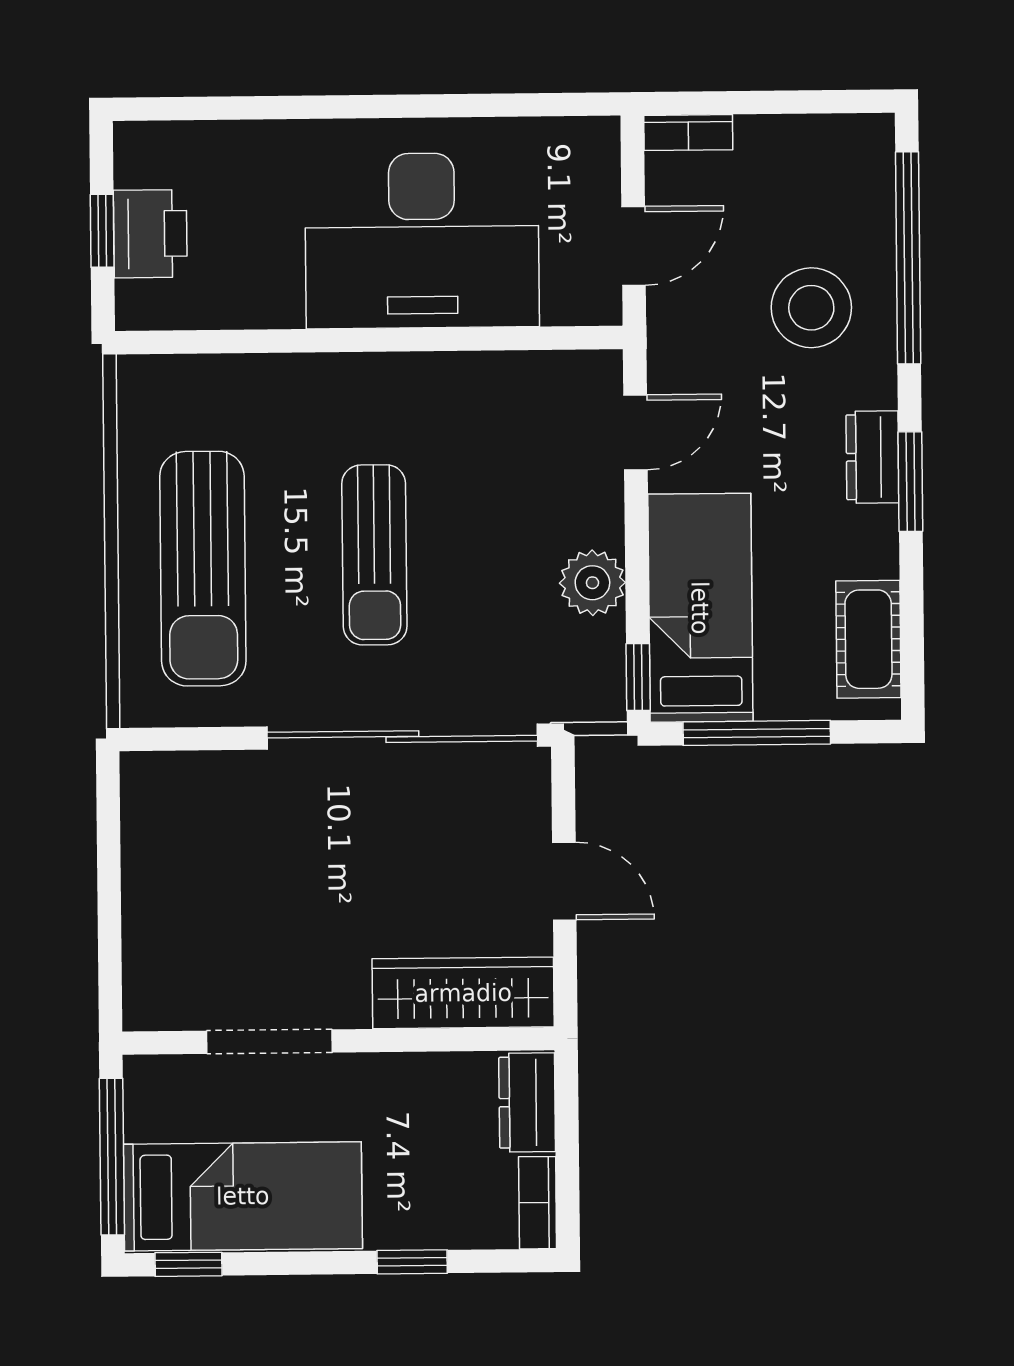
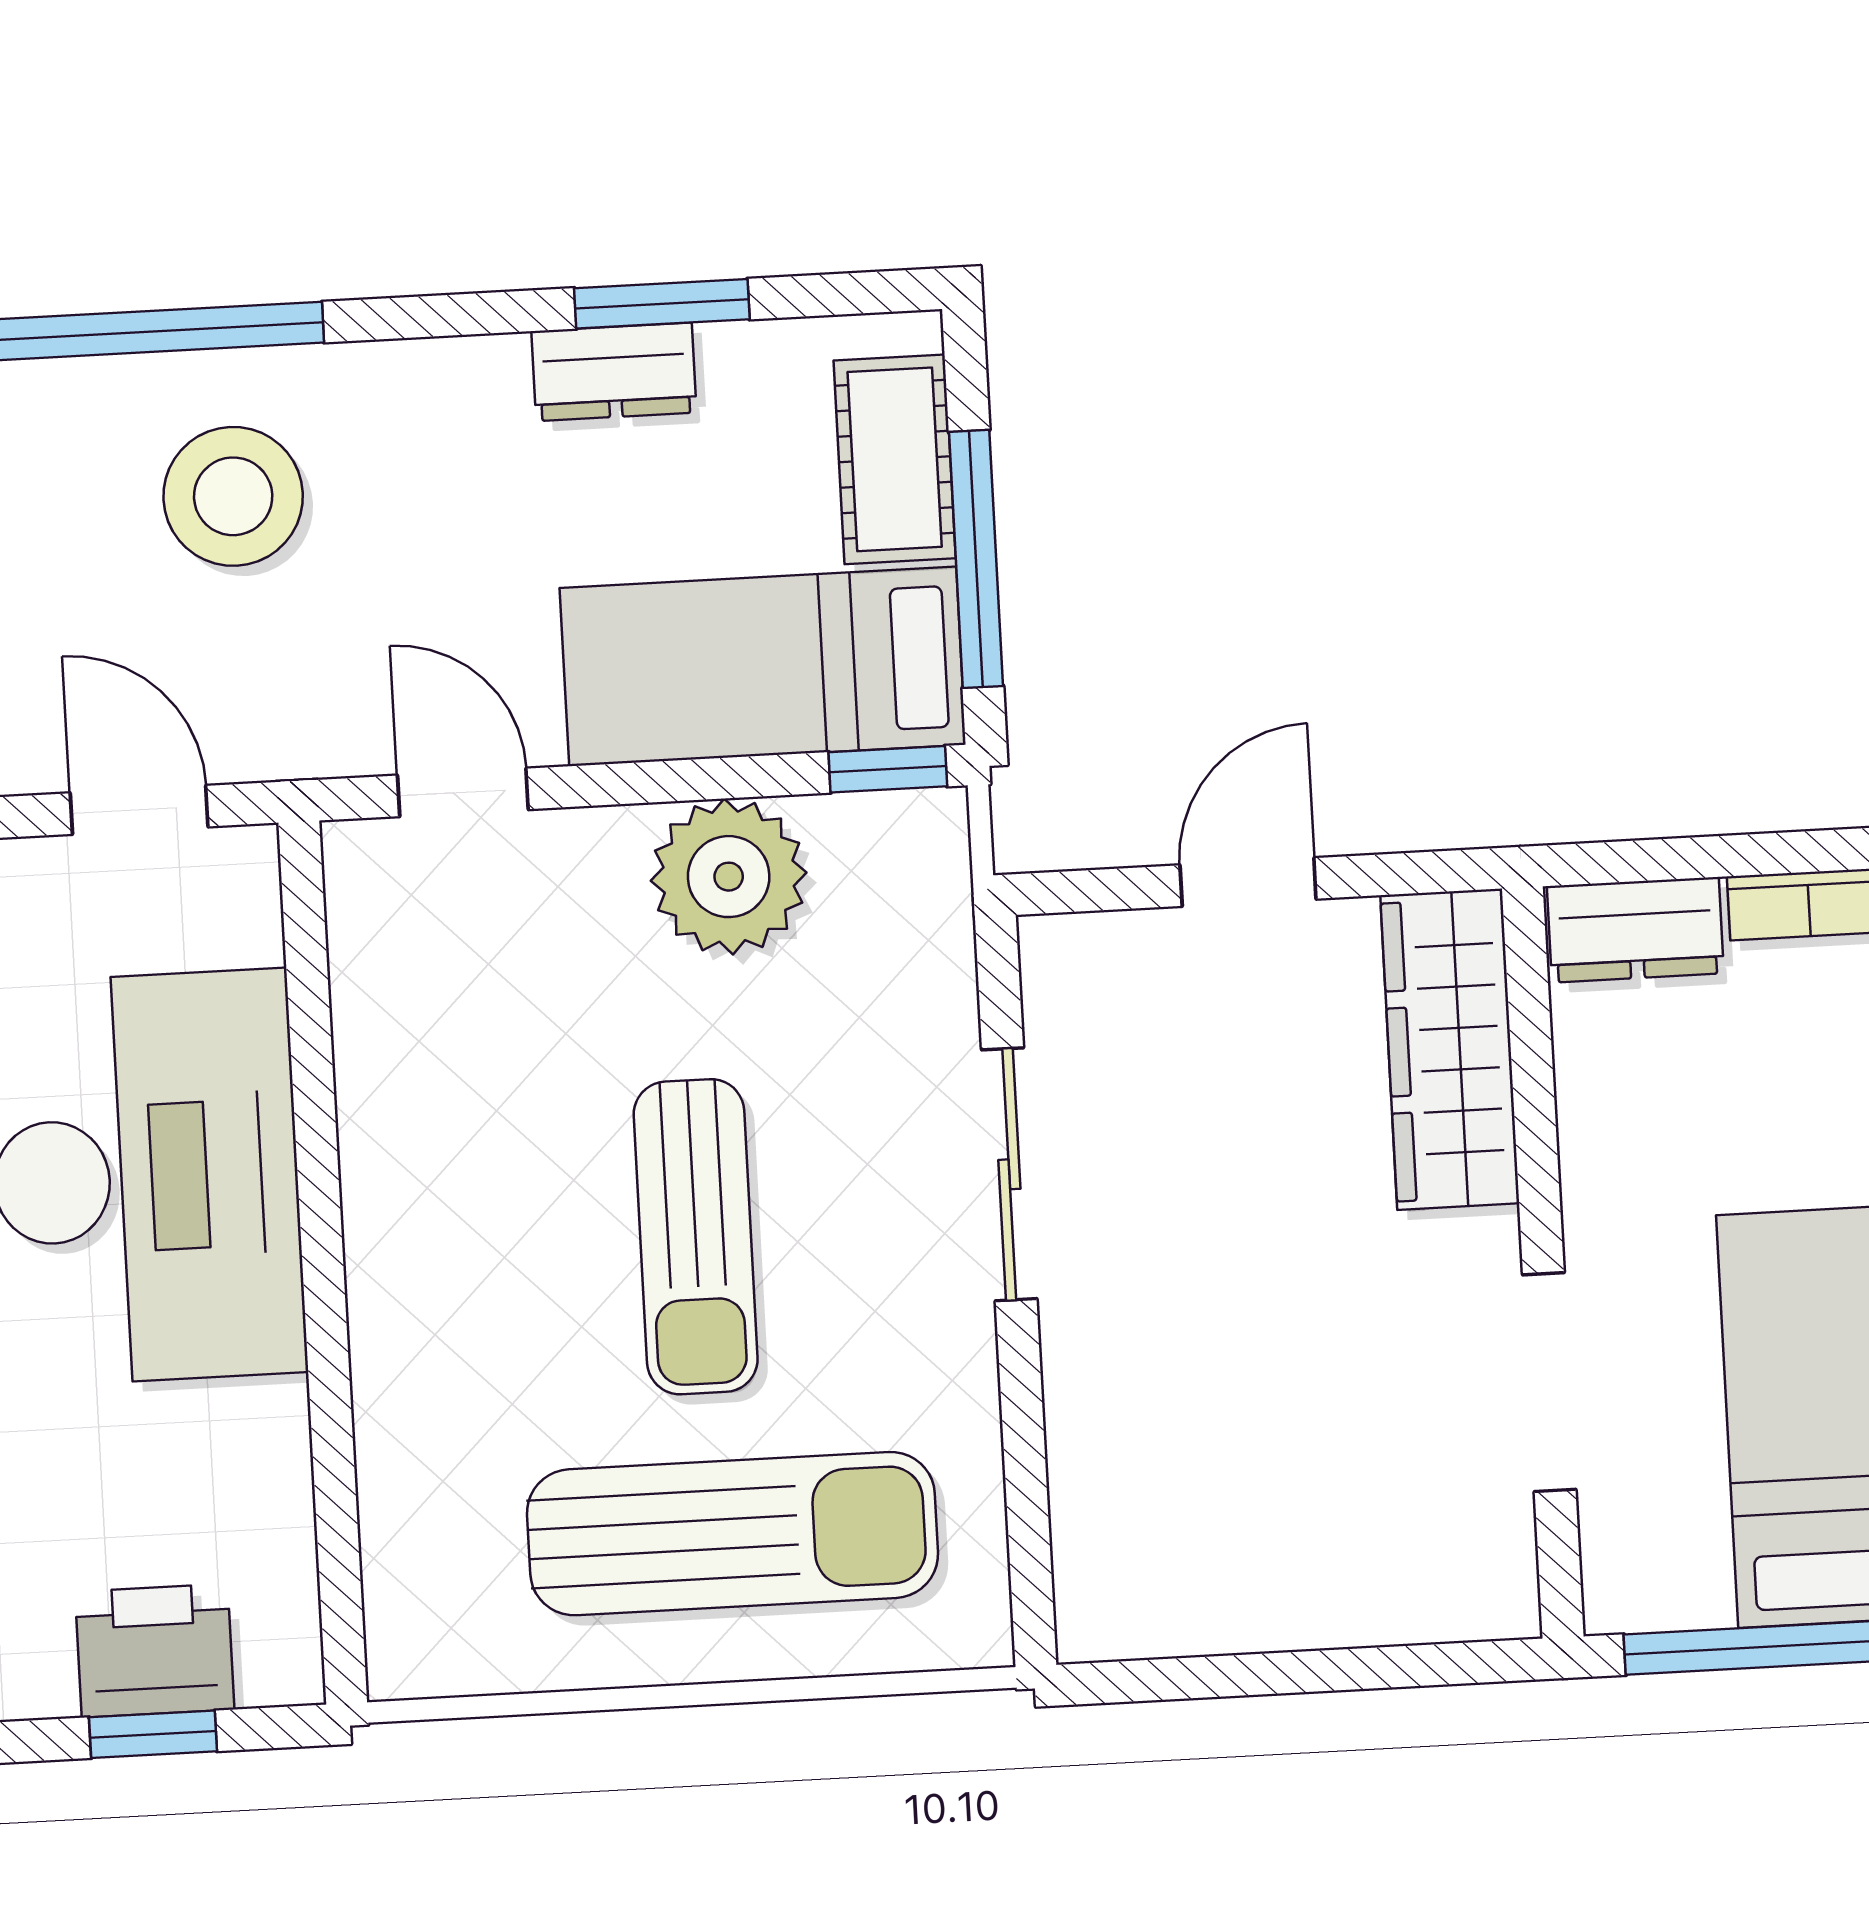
dresser: (872, 457) -> (614, 372), moved
window: (910, 482) -> (662, 304), moved
sun lounger: (374, 555) -> (696, 1237), turned 90
plant: (592, 583) -> (729, 877), width x1.36, depth x1.36
cot: (868, 639) -> (895, 459), moved, turned 90
sliding door: (402, 737) -> (1009, 1174), width x0.54

